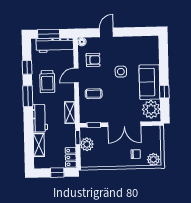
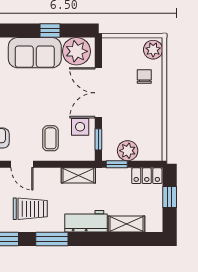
side table: (121, 72) -> (80, 127), moved
double door: (124, 124) -> (98, 93), swing flipped

